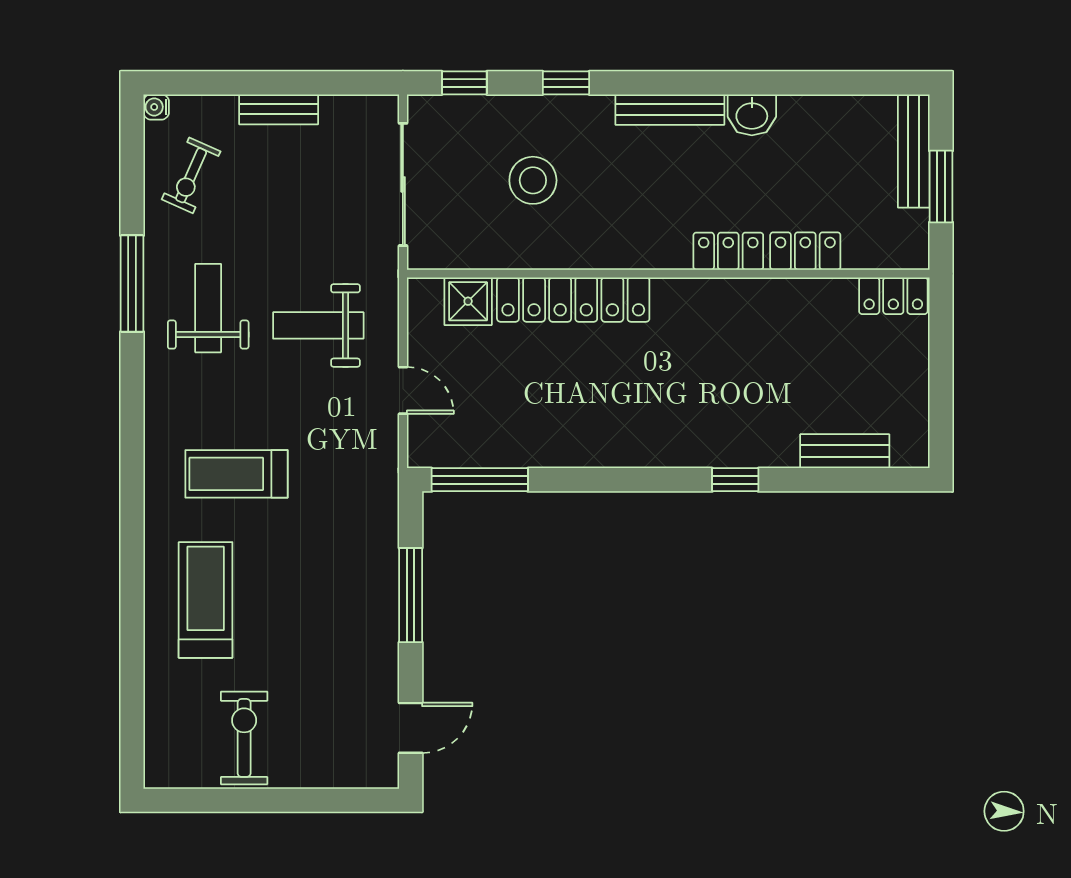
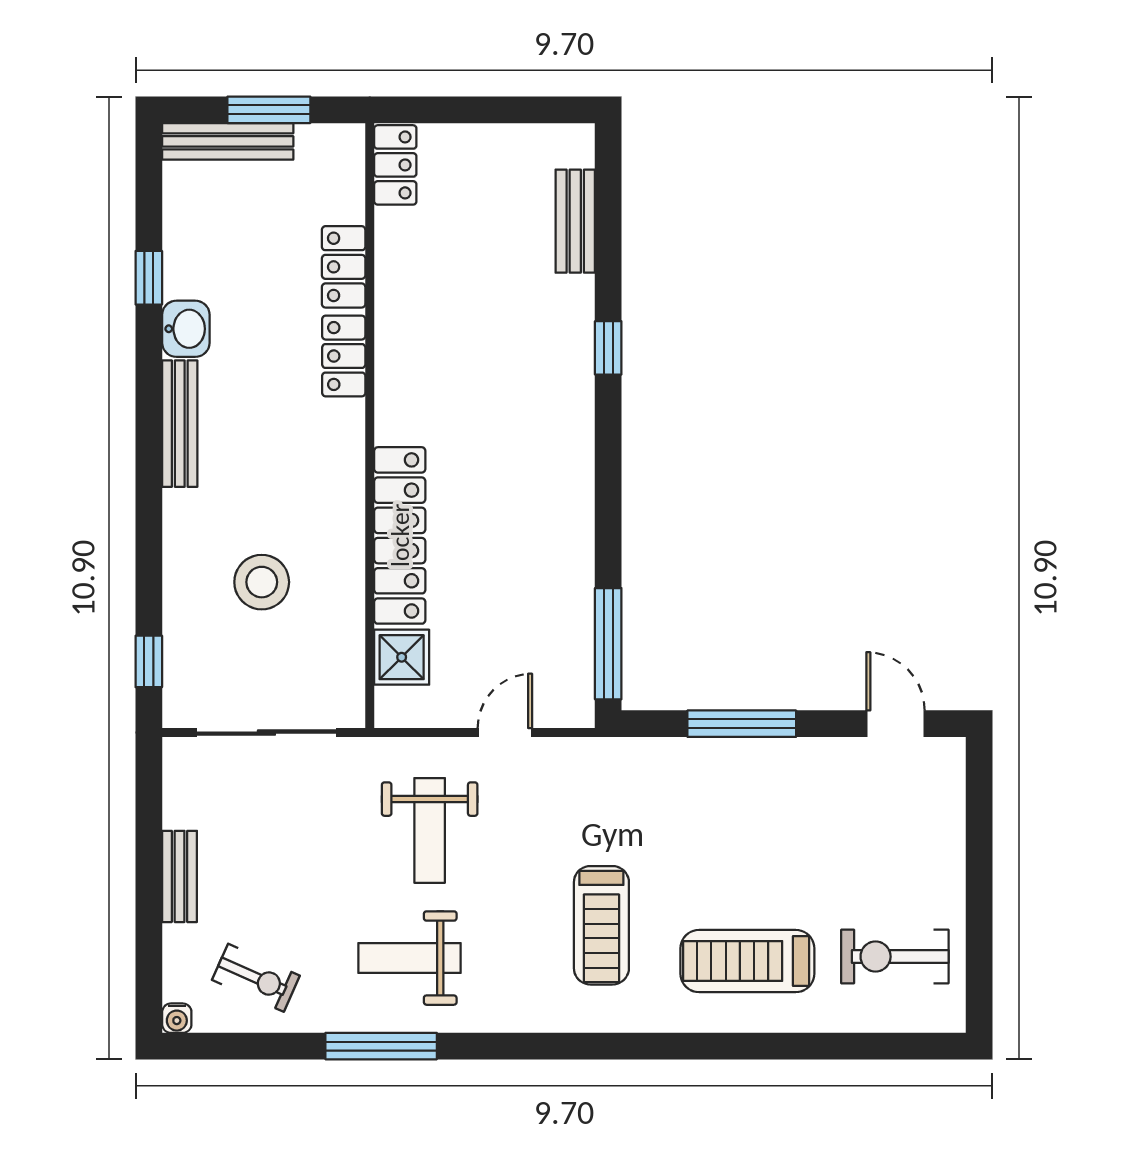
window: (566, 83) -> (149, 278), moved
exercise bike: (244, 738) -> (895, 957), moved

